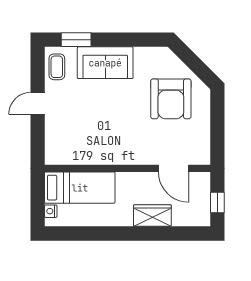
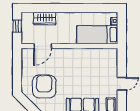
door: (173, 168) -> (43, 46), swing flipped
wardrobe: (152, 216) -> (45, 19), moved

